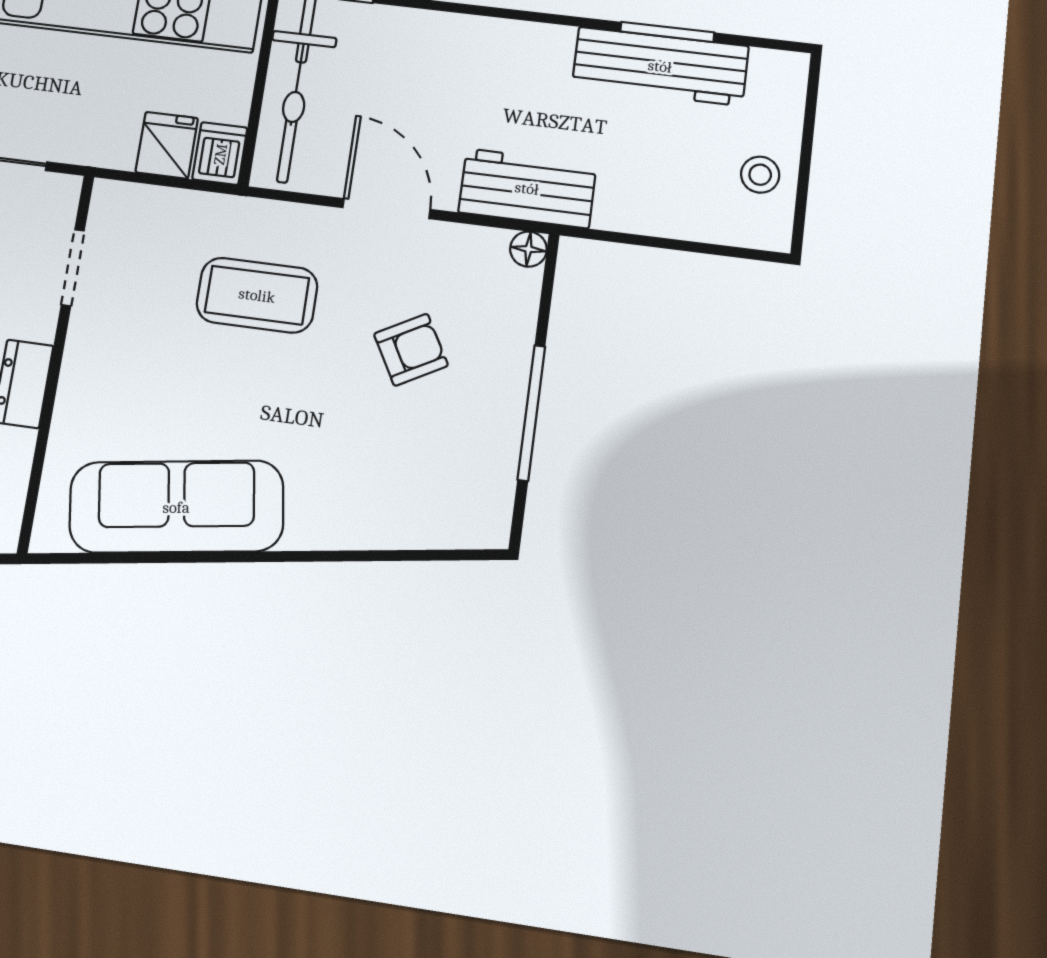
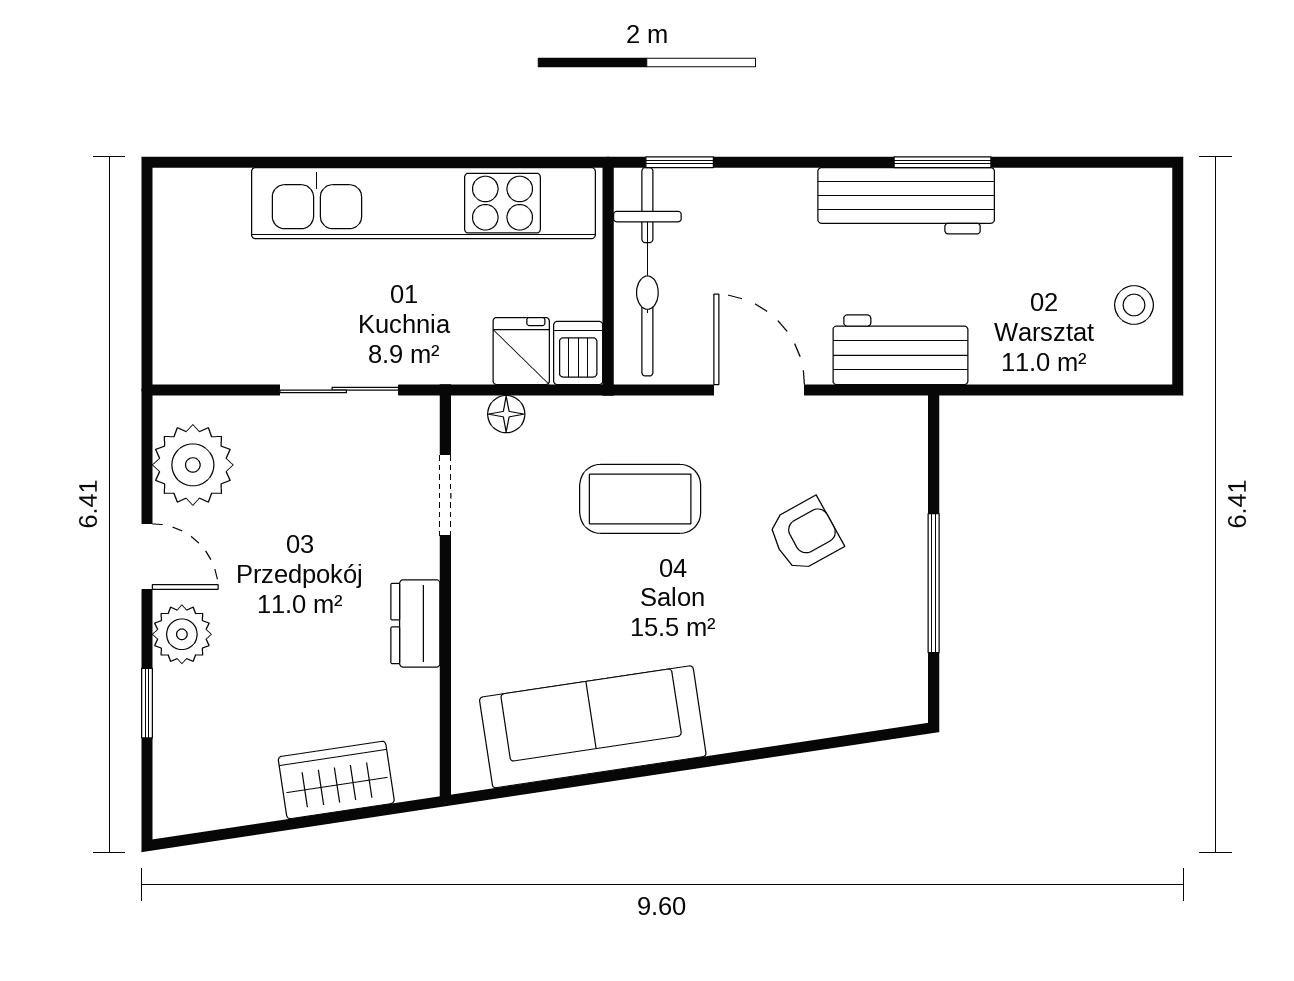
window: (667, 32) -> (942, 162), moved
workbench: (660, 66) -> (906, 201), moved
floor lamp: (528, 249) -> (506, 414), moved

